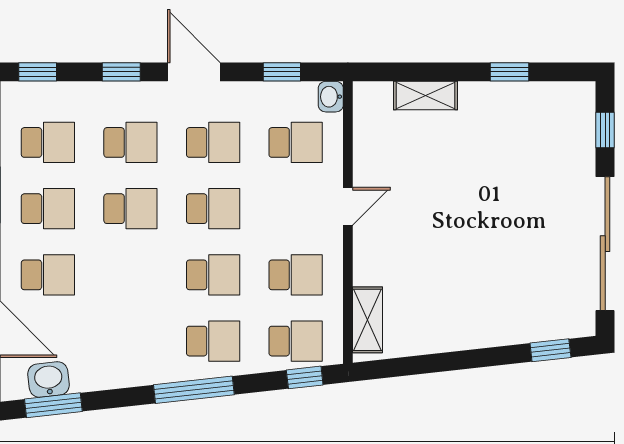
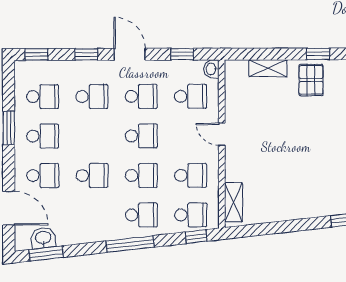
pallet: (498, 115) -> (311, 80), added
door: (348, 206) -> (222, 134), swing flipped
school desk: (130, 209) -> (92, 176), moved

